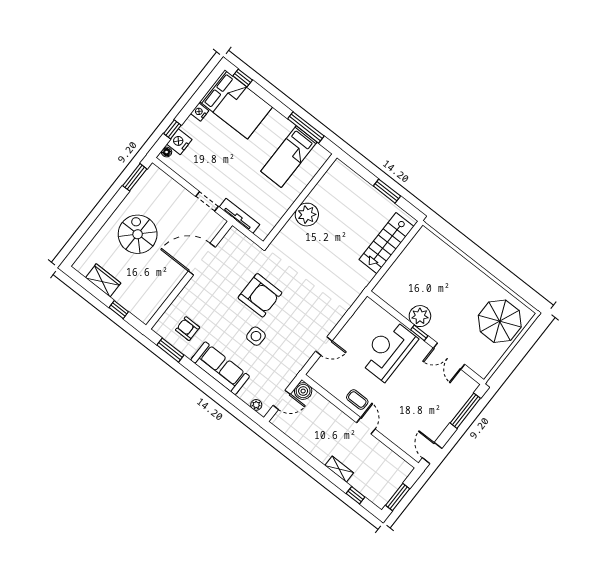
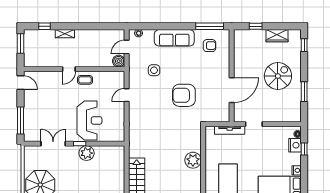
window: (135, 177) -> (304, 92), moved
spiral stairs: (138, 234) -> (278, 76), turned -90
window: (81, 246) -> (304, 45), added
side table: (256, 336) -> (154, 70), moved
window: (170, 350) -> (210, 26), width x1.44
door: (366, 426) -> (69, 69), hinge flipped

